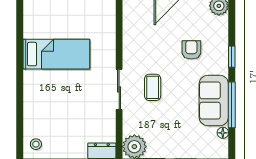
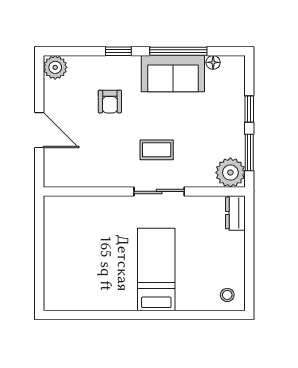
armchair: (191, 50) -> (110, 102), turned -90
bed: (56, 54) -> (156, 270), moved

